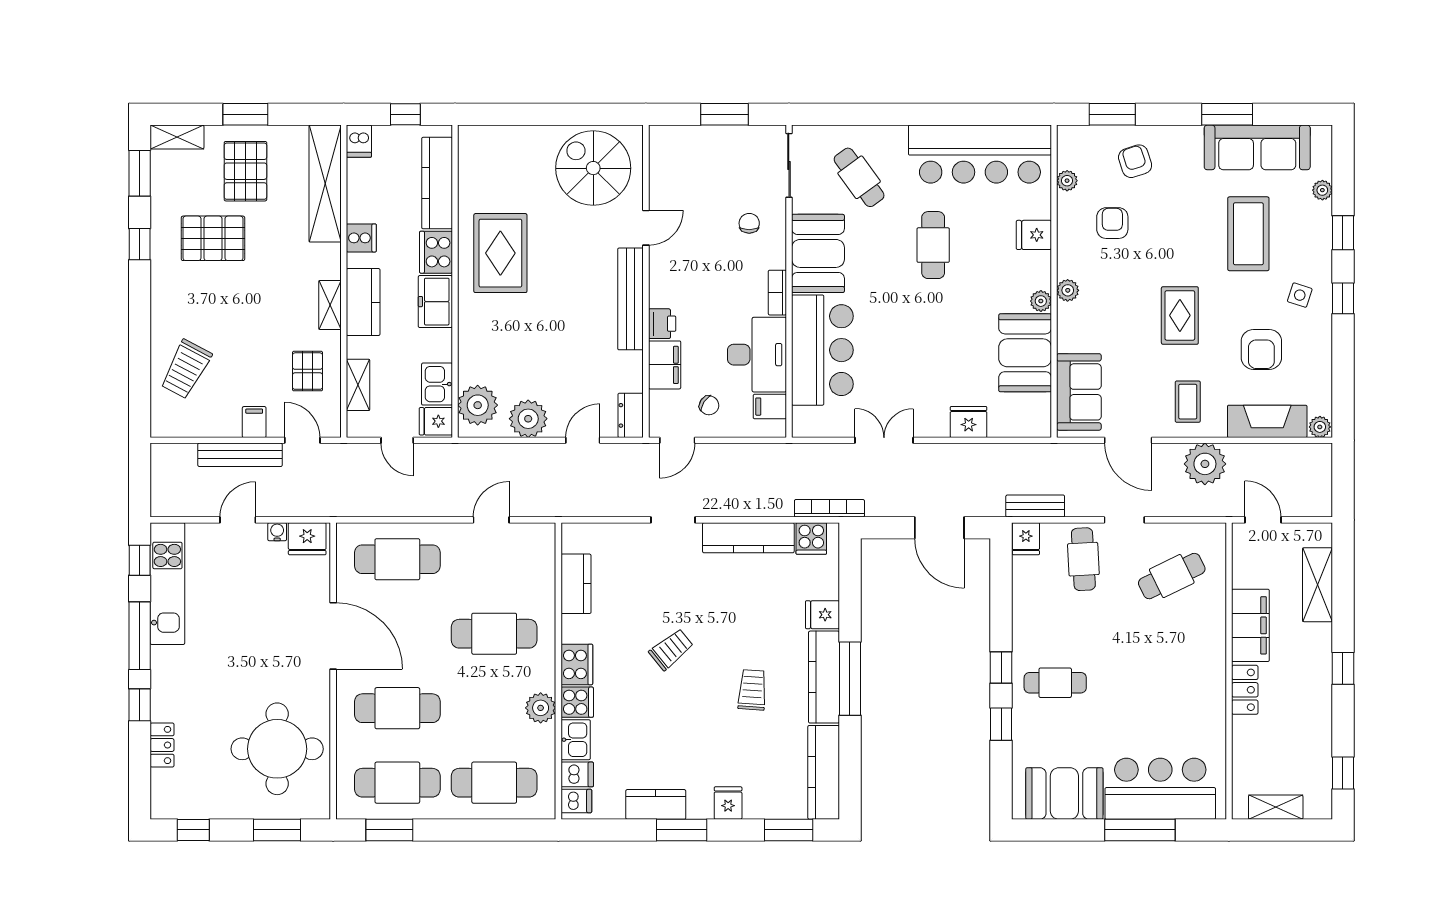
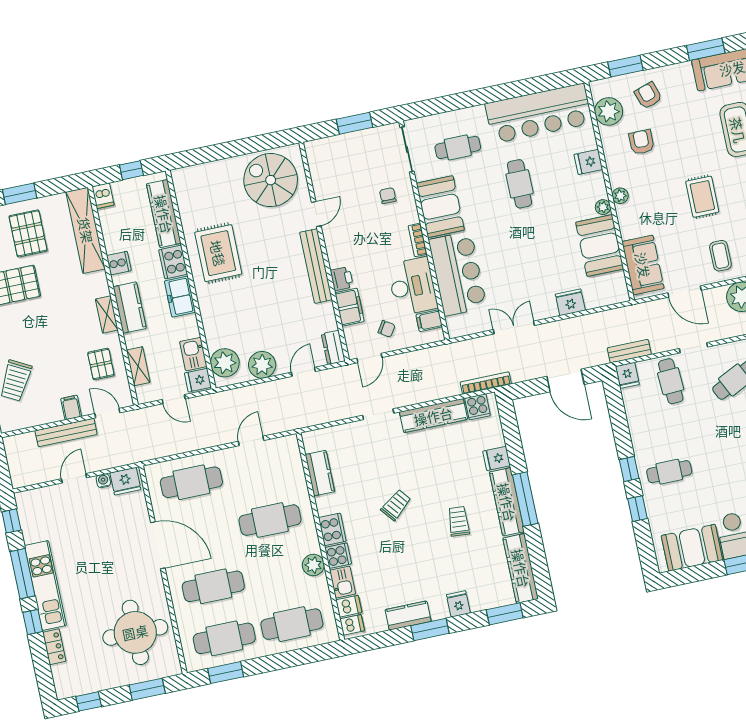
cafe table: (859, 177) -> (458, 147), turned -54
plant: (1067, 181) -> (609, 111), width x1.87, depth x1.87
kitchen unit: (167, 584) -> (45, 585), moved

